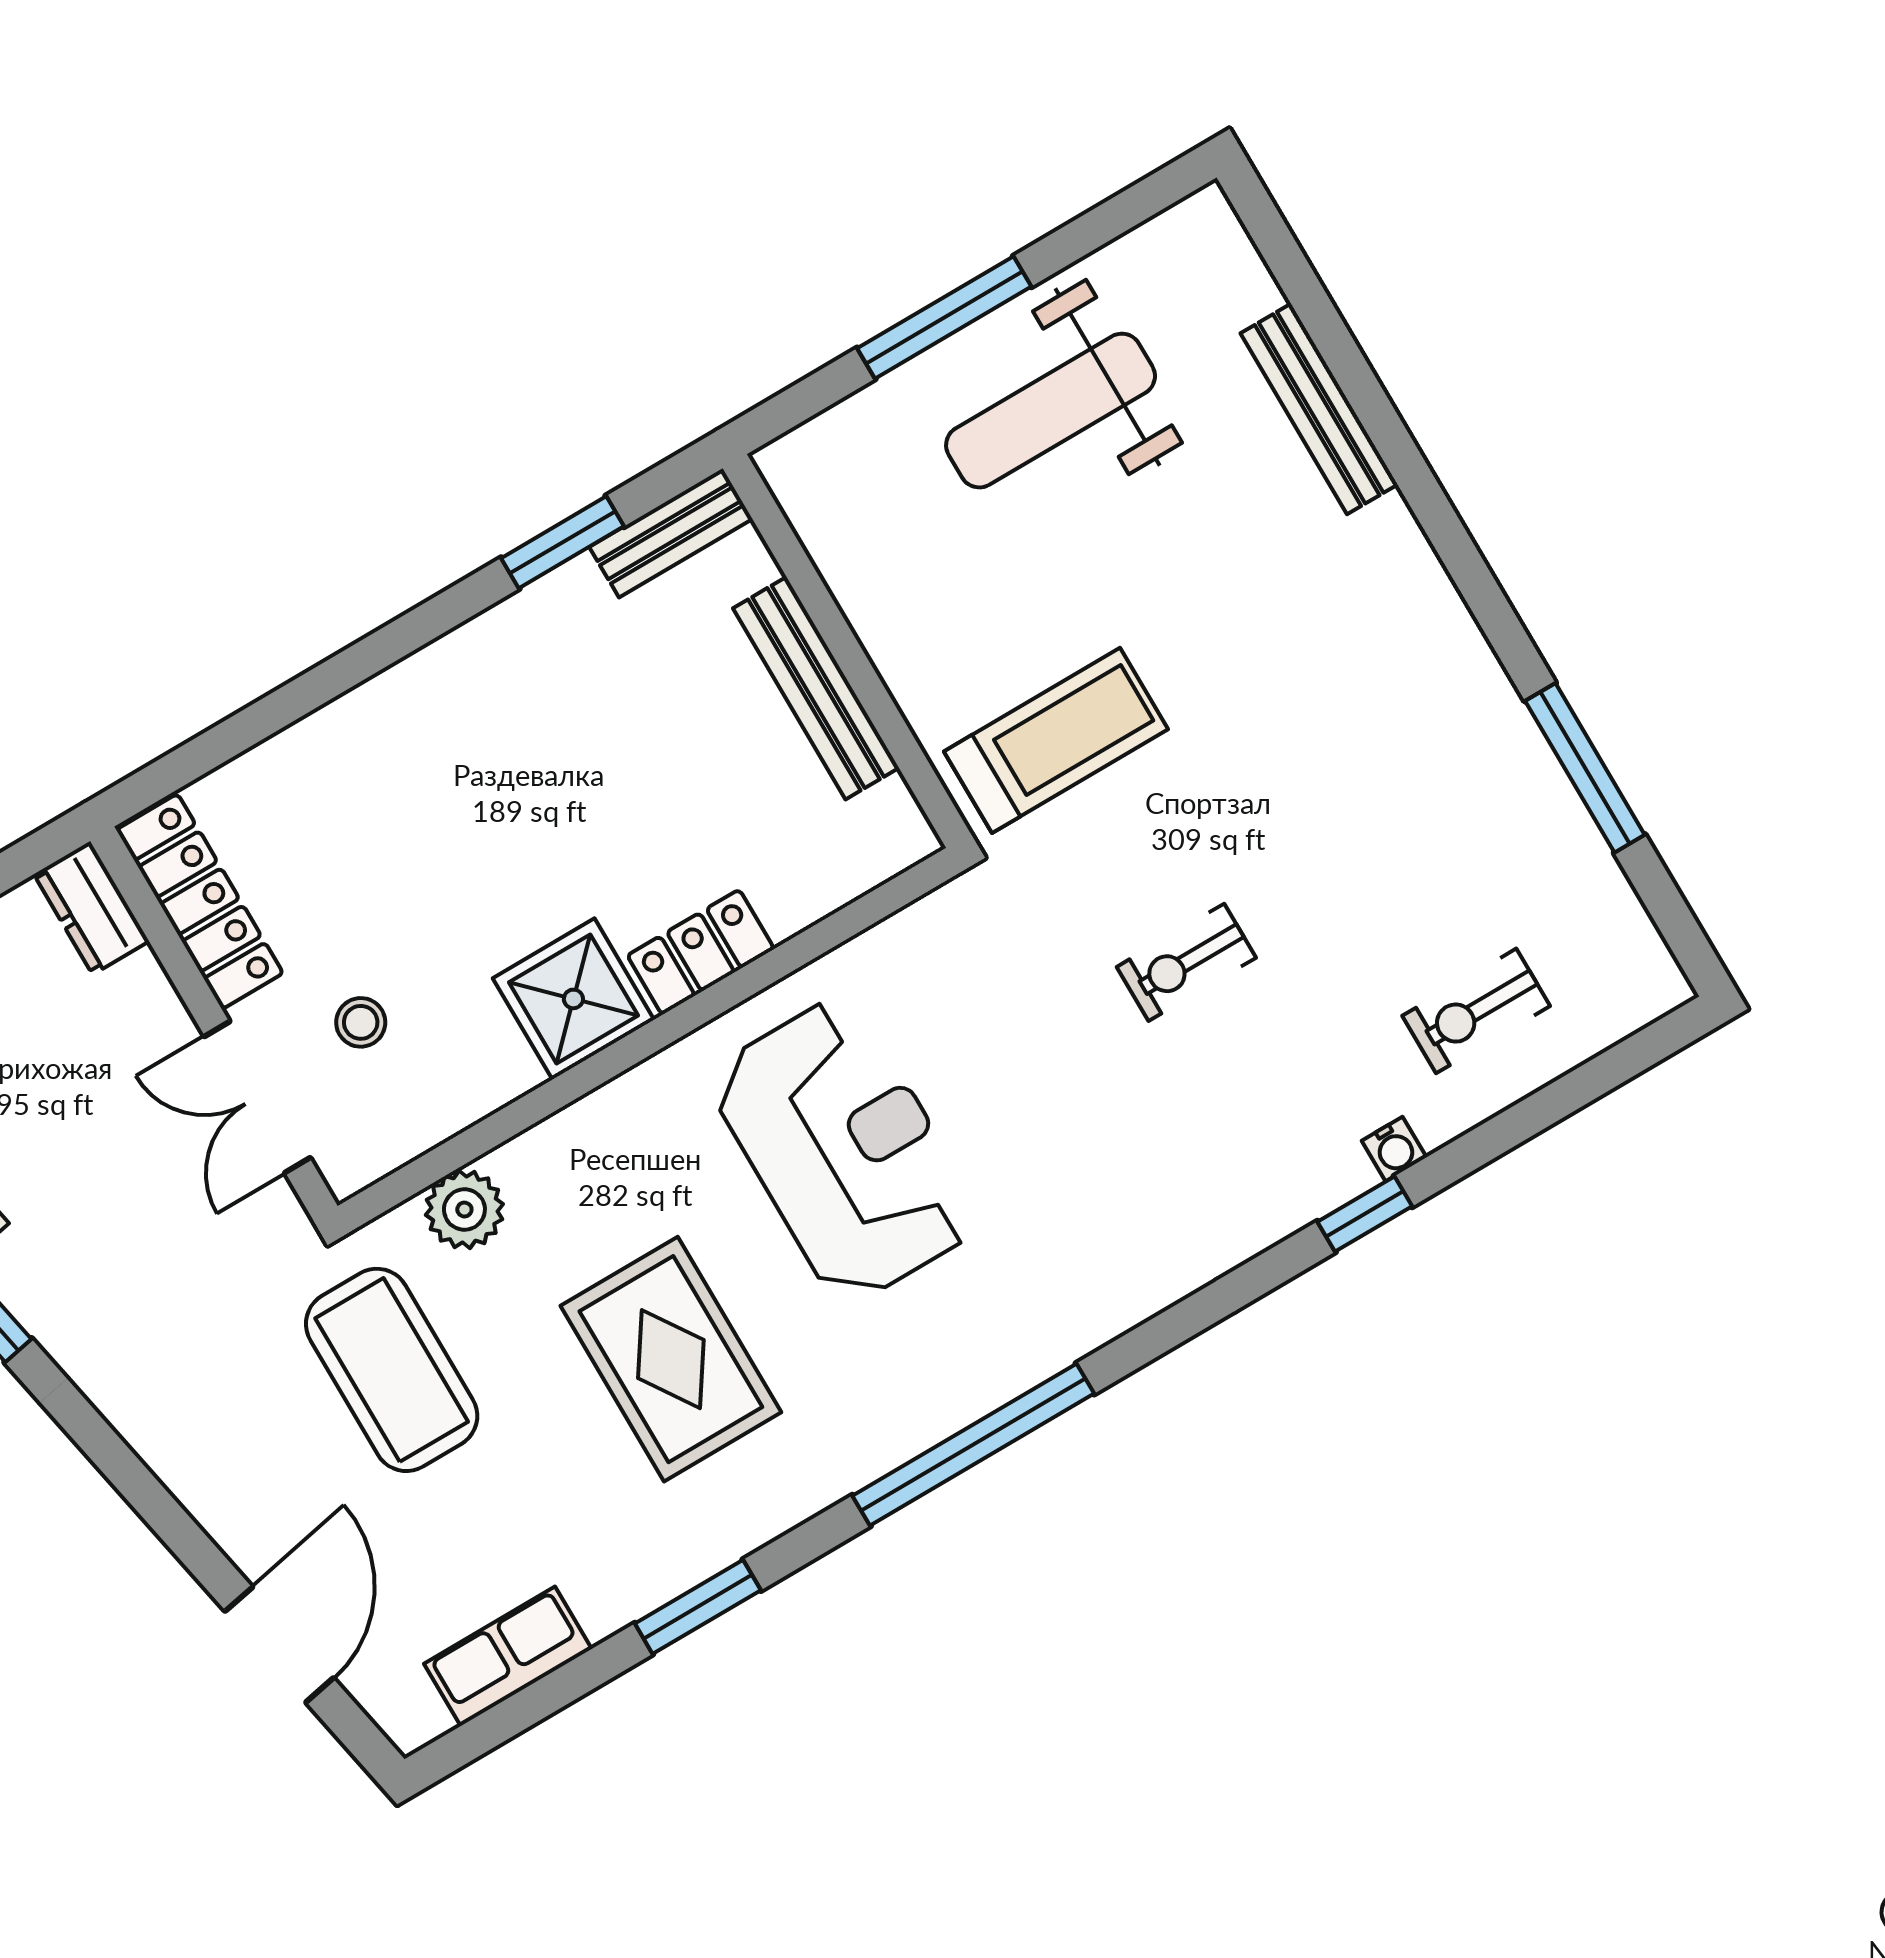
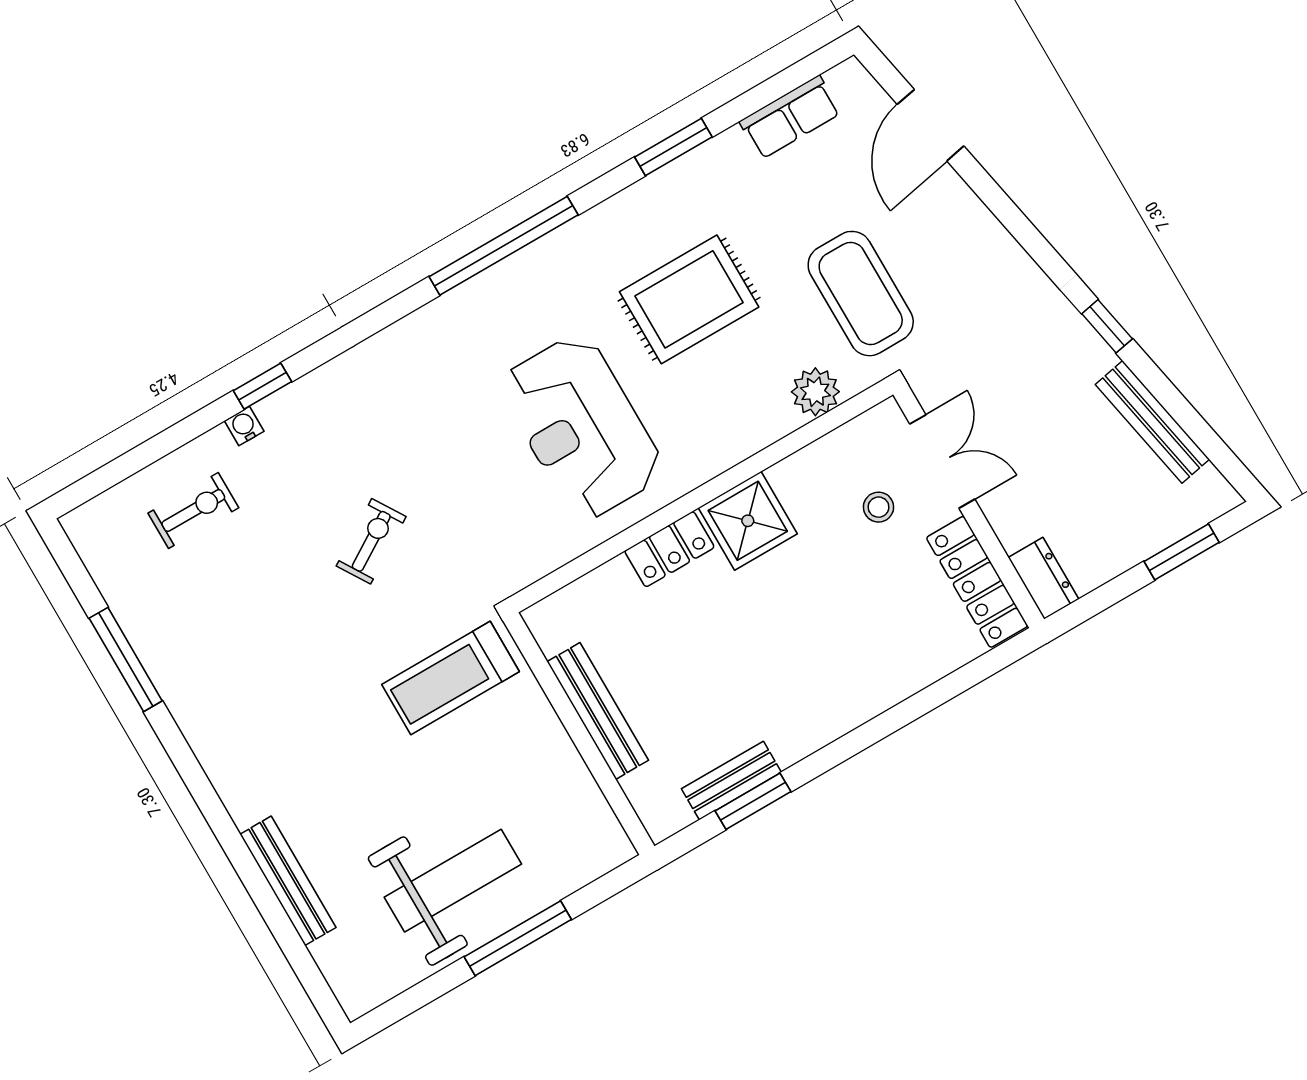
bench: (671, 533) -> (731, 781), moved
exercise bike: (1186, 962) -> (371, 541), turned -32
rug: (671, 1359) -> (689, 299), turned 90

